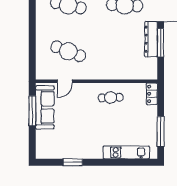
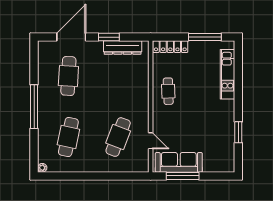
dresser: (151, 39) -> (123, 48), moved
window: (161, 43) -> (109, 37), width x0.69
locker: (152, 94) -> (170, 47), width x1.53

